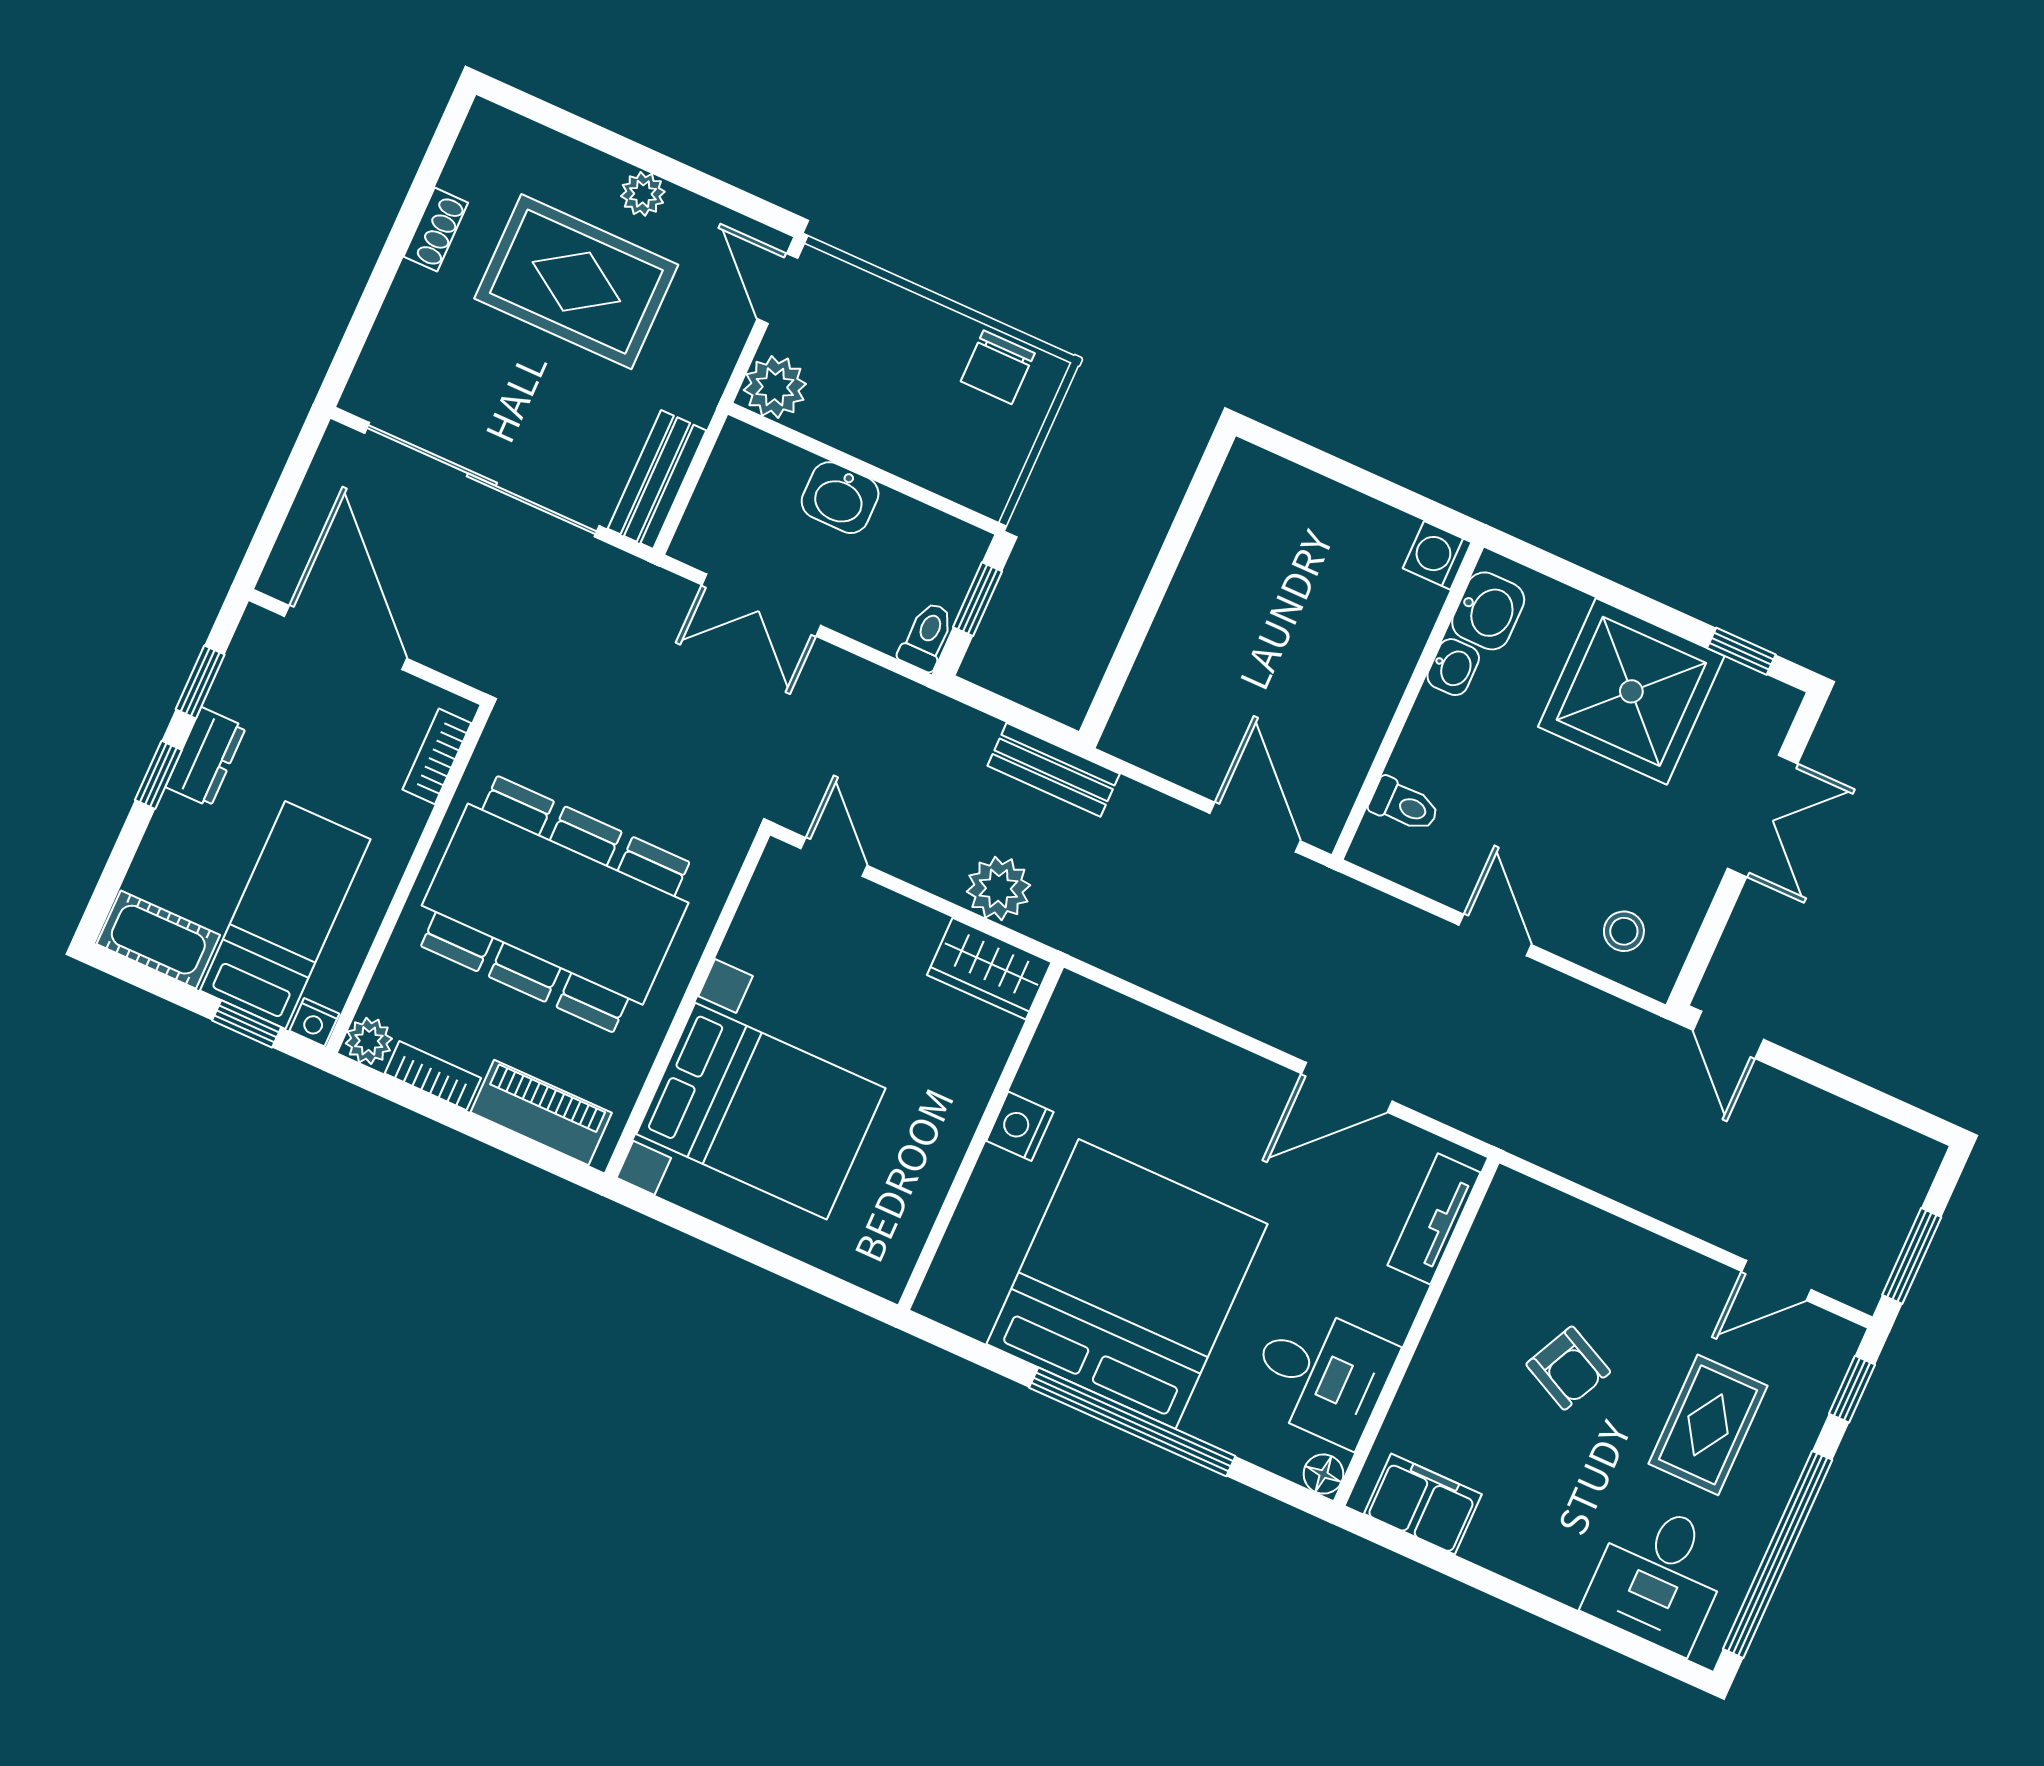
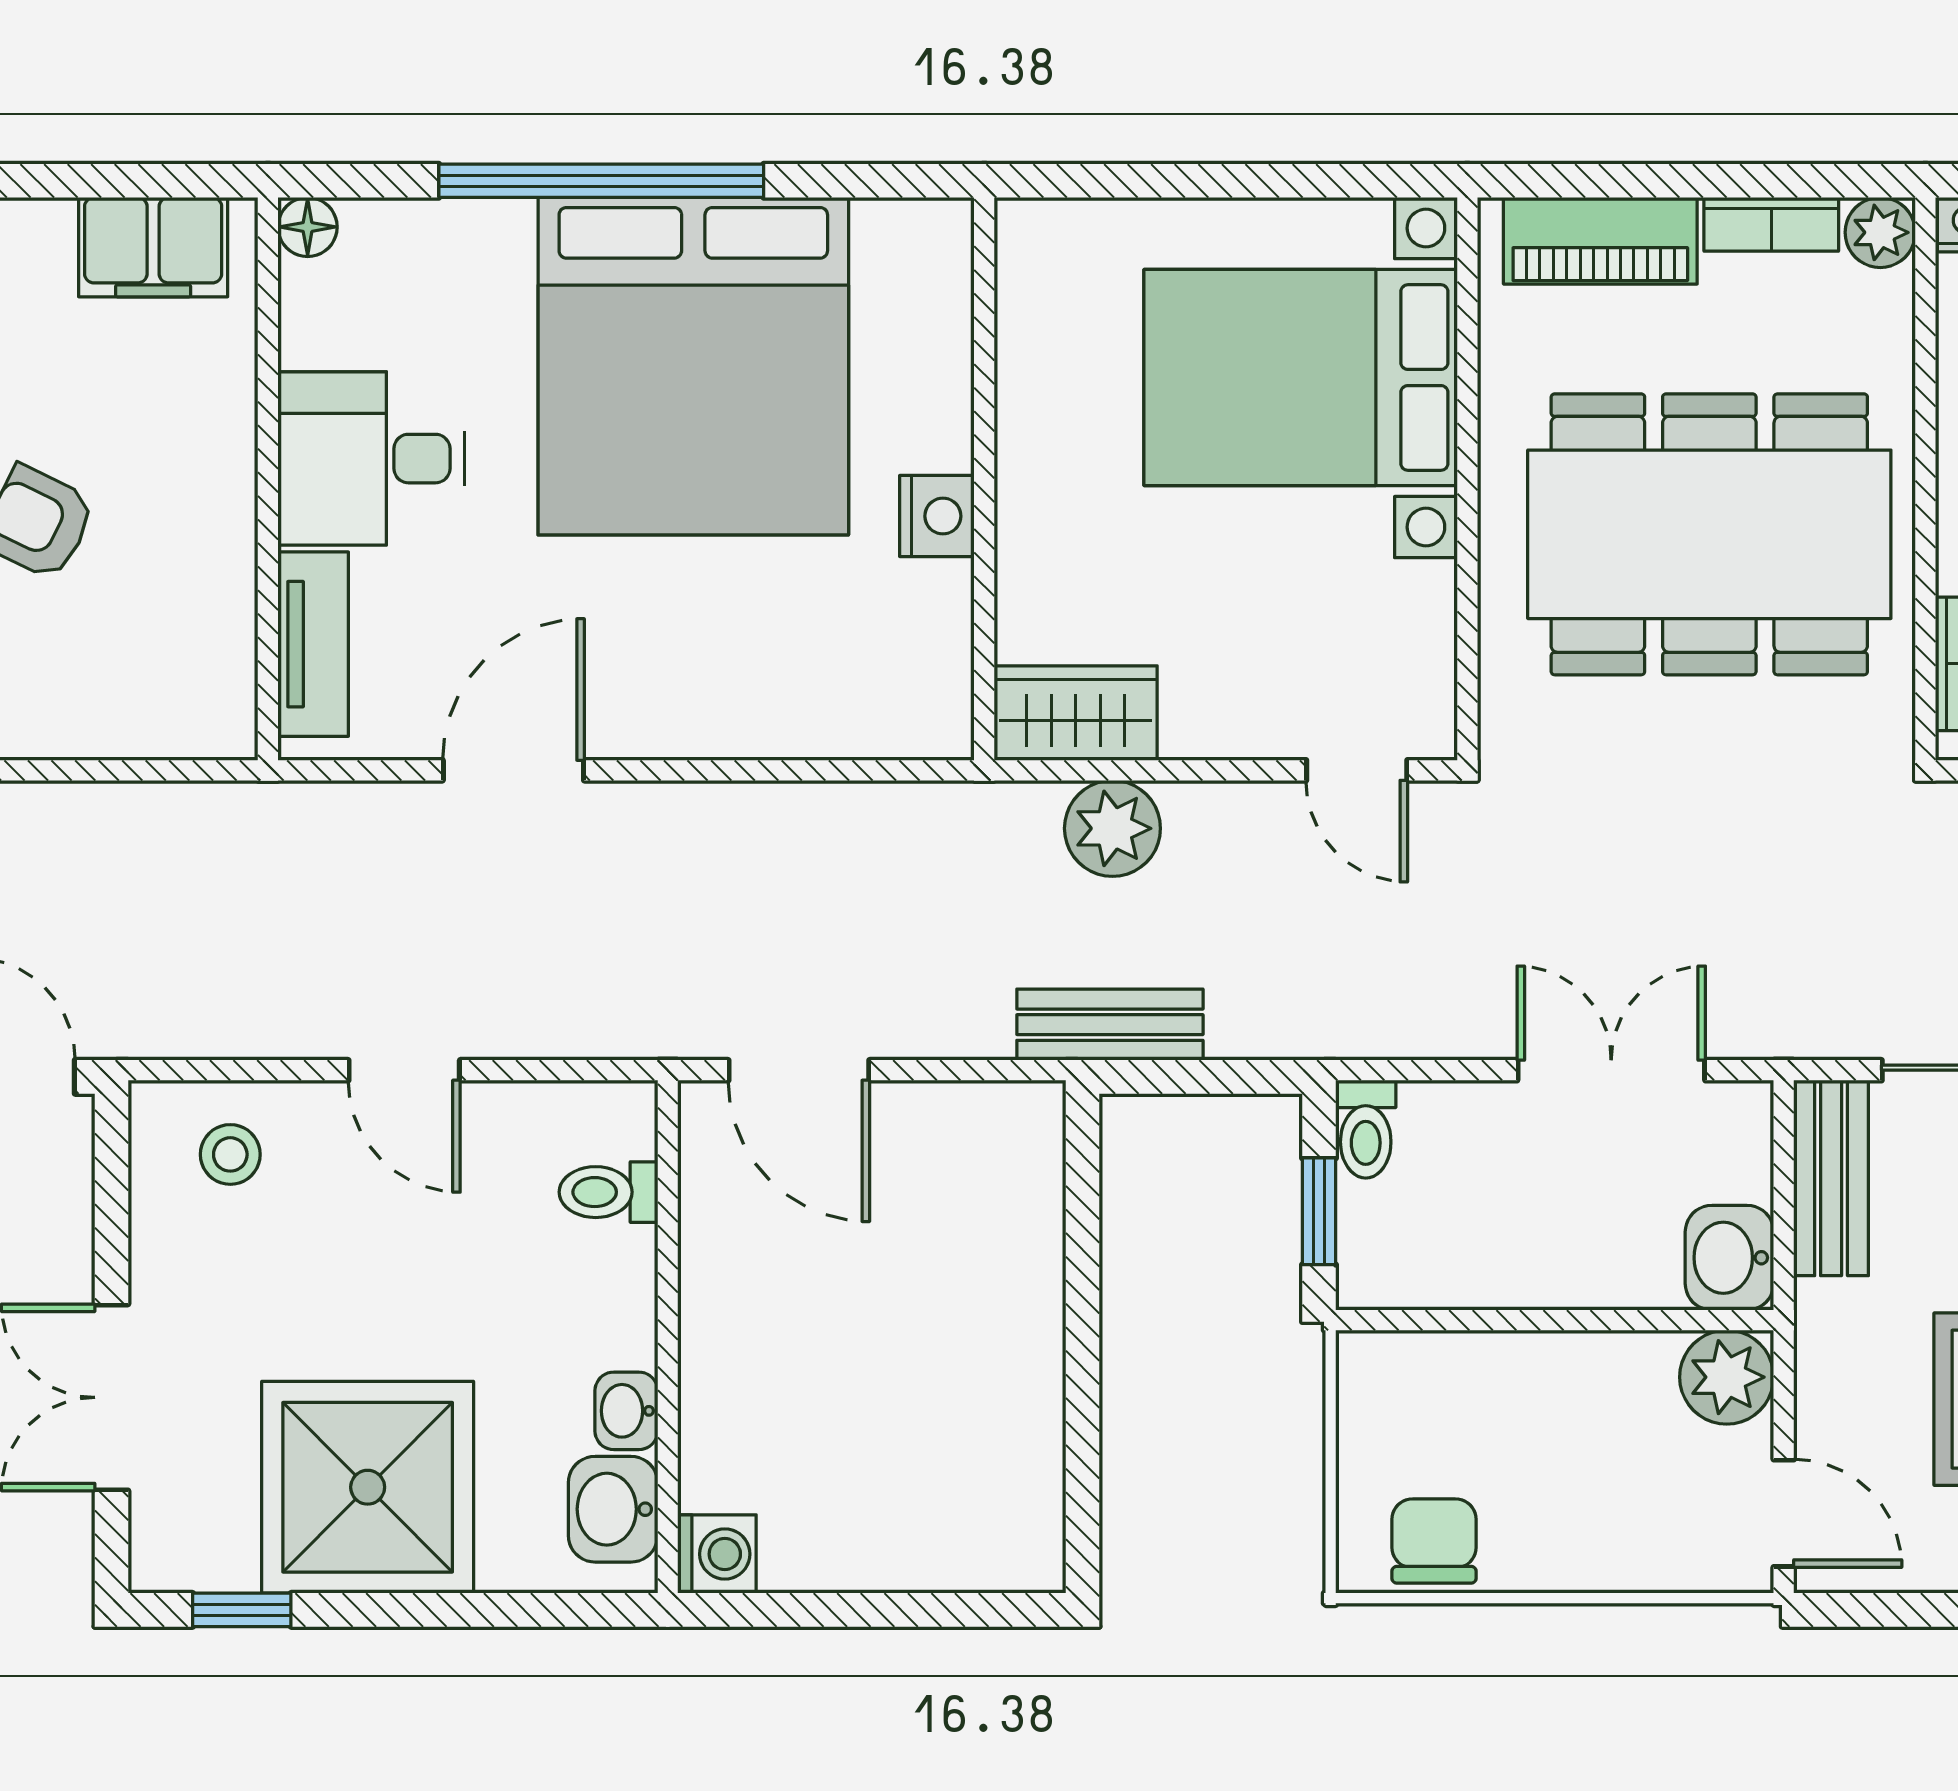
washbasin: (840, 498) -> (1729, 1258), moved, turned -90
desk: (1322, 1374) -> (371, 459), moved

